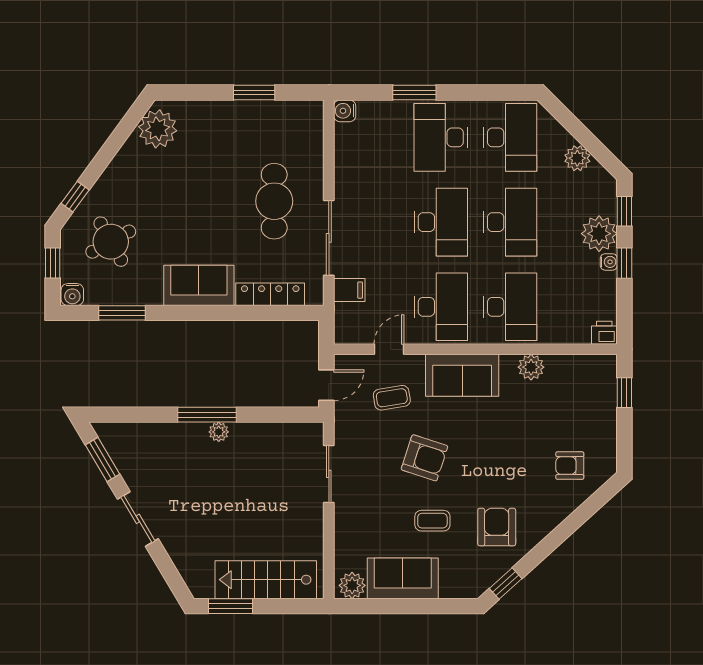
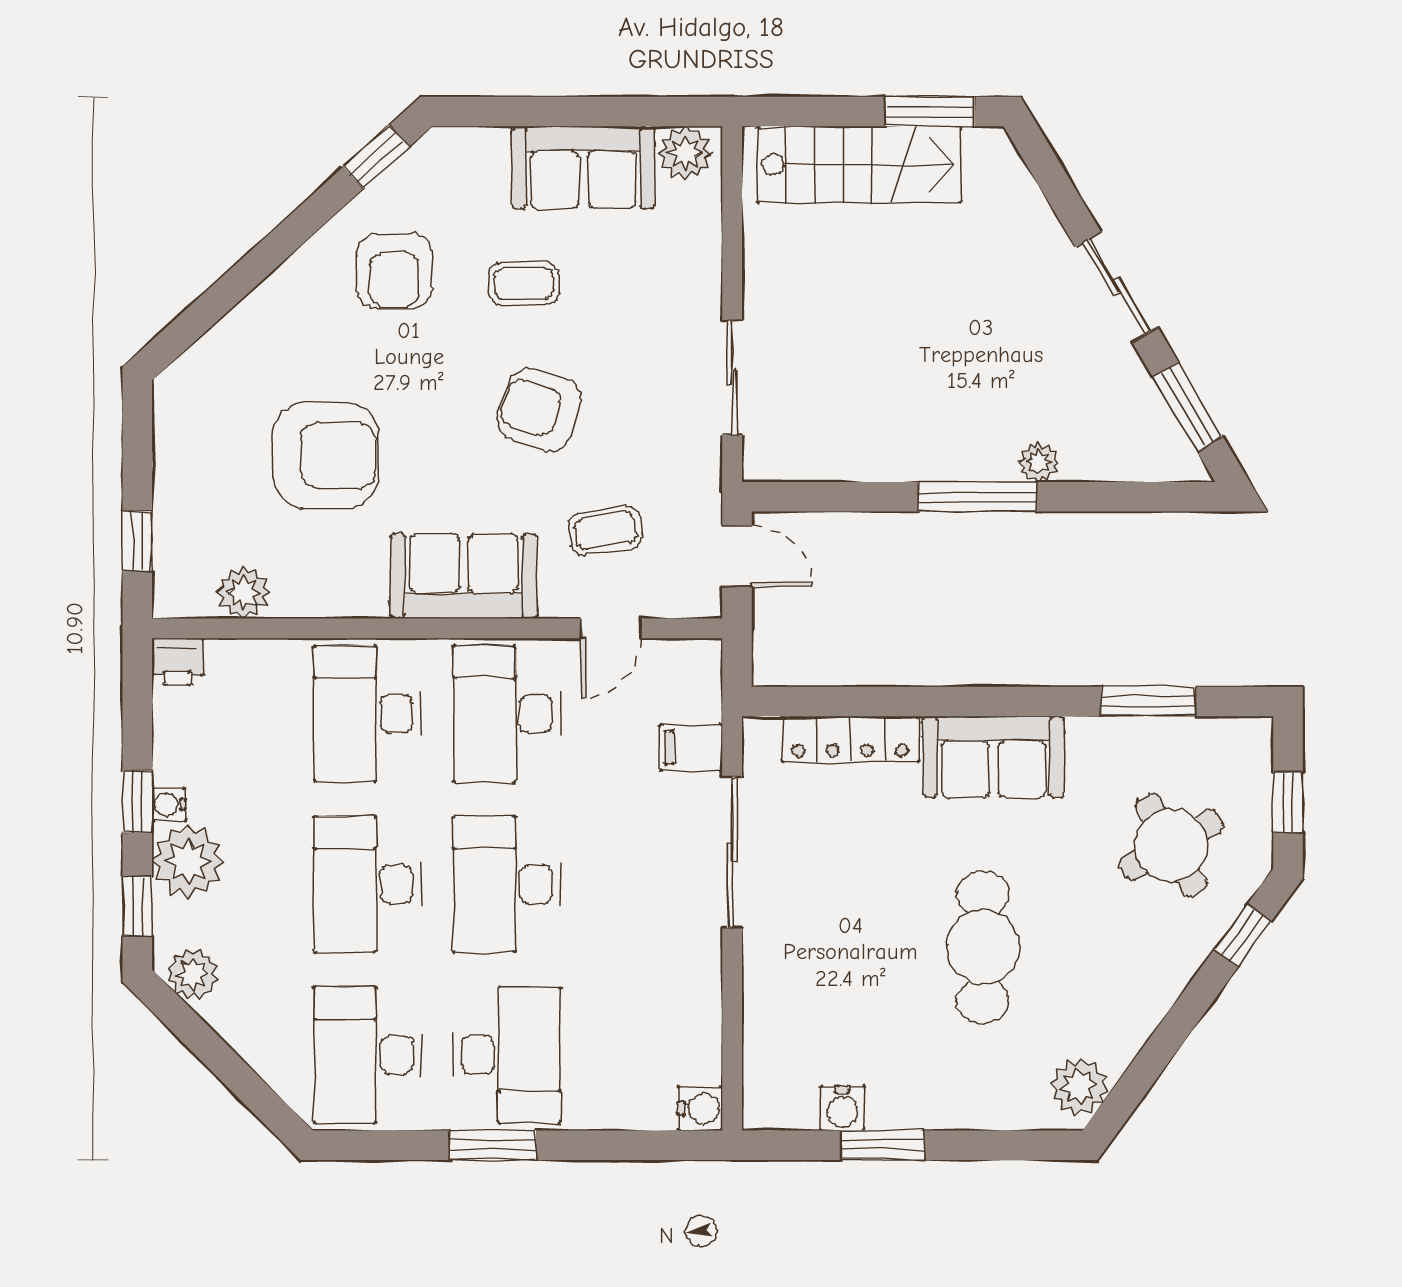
window: (414, 93) -> (493, 1145), moved
plant: (158, 129) -> (1079, 1087), width x0.73, depth x0.73
plant: (577, 158) -> (193, 974), moved
cafe table: (274, 201) -> (983, 947), moved
water cooler: (72, 295) -> (842, 1108), moved, turned 180
plant: (531, 367) -> (243, 592), moved
door: (326, 385) -> (737, 556), swing flipped
plant: (219, 432) -> (1039, 462), moved
armchair: (570, 466) -> (326, 455), moved, width x1.88, depth x1.88

